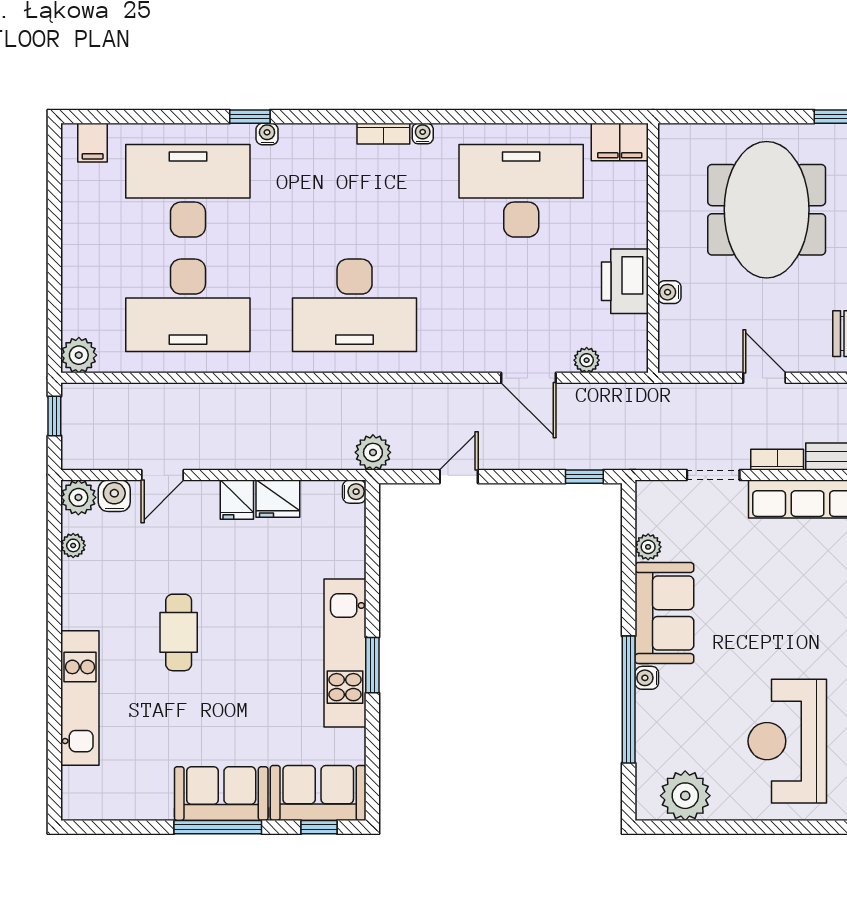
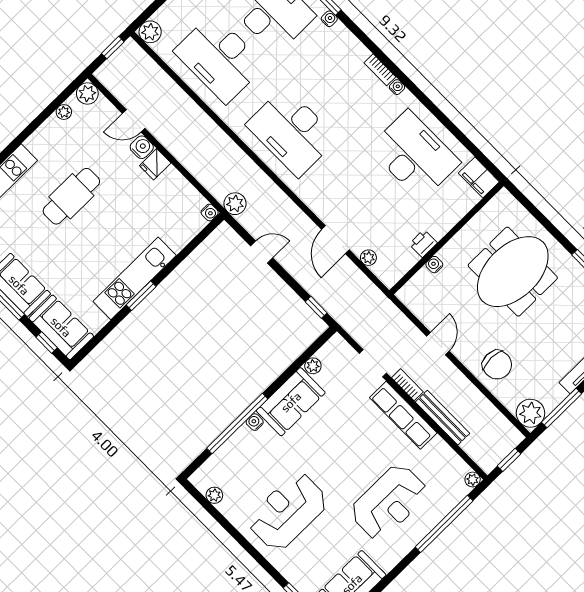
printer: (625, 281) -> (423, 244), width x0.53, depth x0.68
water cooler: (114, 496) -> (142, 147), moved
fridge: (278, 499) -> (173, 182), removed
cafe table: (179, 632) -> (71, 196), width x1.37, depth x1.35
plant: (685, 796) -> (214, 495), width x0.53, depth x0.53

